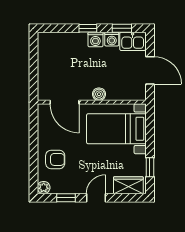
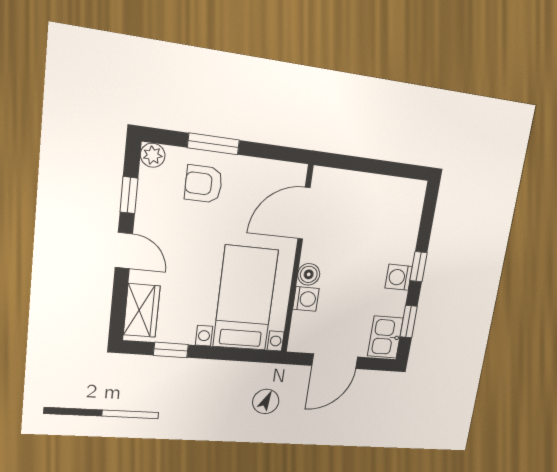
washing machine: (112, 39) -> (306, 299), moved, turned 180
window: (33, 157) -> (213, 144), added
armchair: (55, 159) -> (204, 184), turned 90

